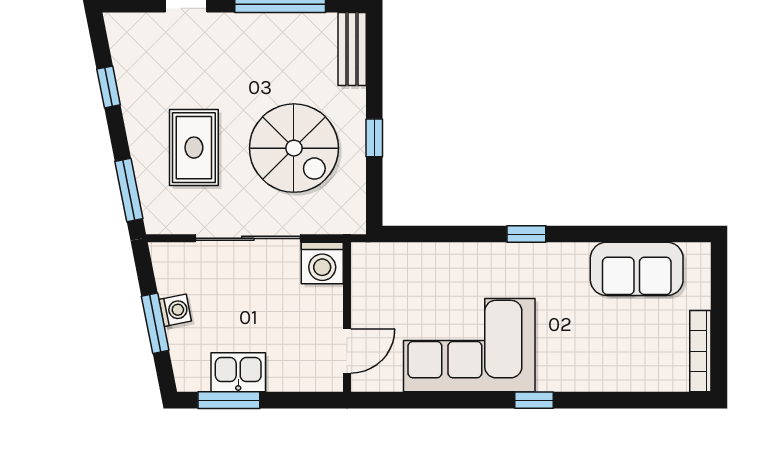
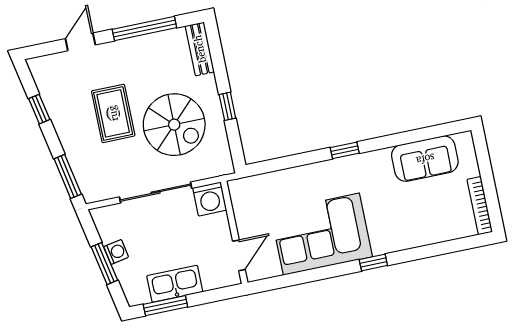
rug: (194, 148) -> (113, 113), moved
kitchen sink: (238, 372) -> (175, 284), width x1.38

